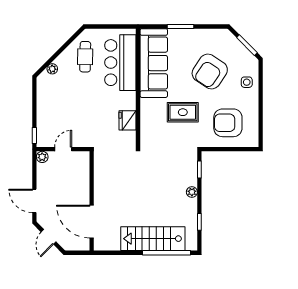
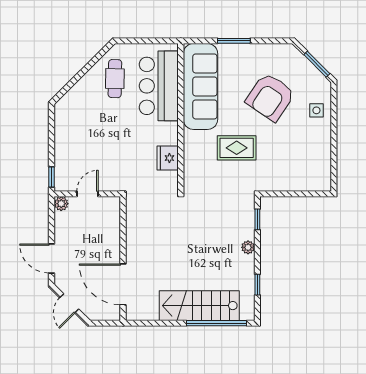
plant: (52, 69) -> (74, 94), removed
armchair: (228, 123) -> (293, 161), removed

